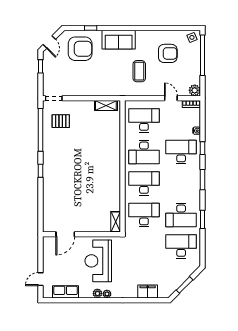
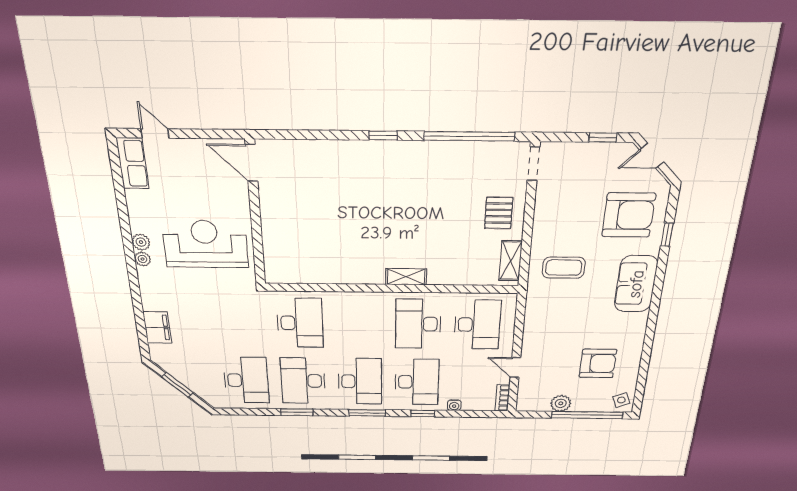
armchair: (80, 49) -> (629, 215), turned -90
armchair: (168, 53) -> (598, 363), turned -90
coffee table: (139, 71) -> (564, 268), moved
plant: (195, 90) -> (561, 403), moved
door: (171, 98) -> (515, 368), swing flipped
pallet: (61, 121) -> (499, 213), moved
desk: (144, 183) -> (360, 381), moved
shelving: (116, 222) -> (406, 277), moved
door: (65, 234) -> (251, 163), moved
row of seats: (66, 292) -> (133, 163), moved

